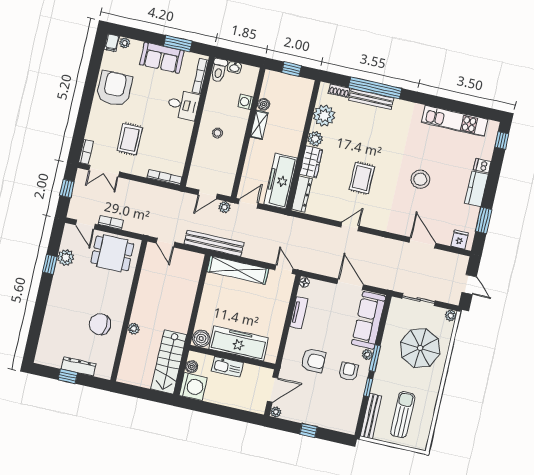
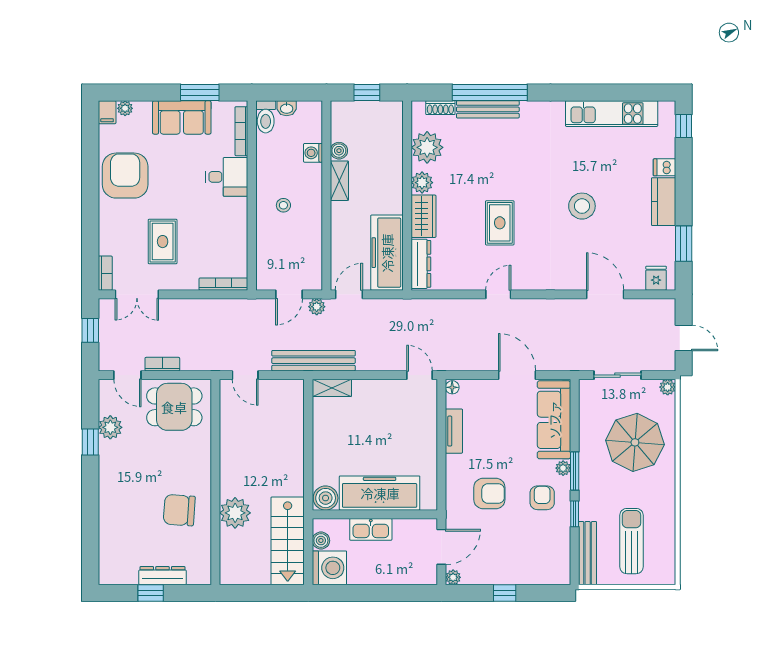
shelving: (238, 270) -> (332, 388), width x0.45, depth x0.75
plant: (134, 329) -> (235, 513), width x1.88, depth x1.88

